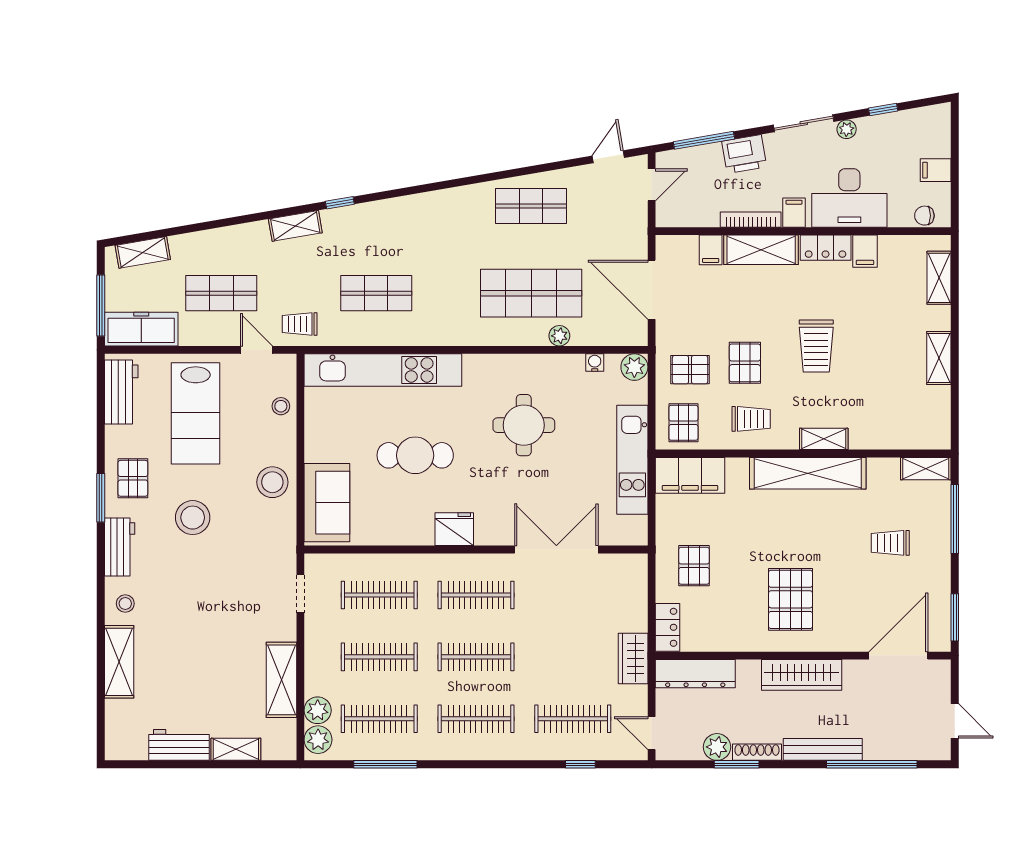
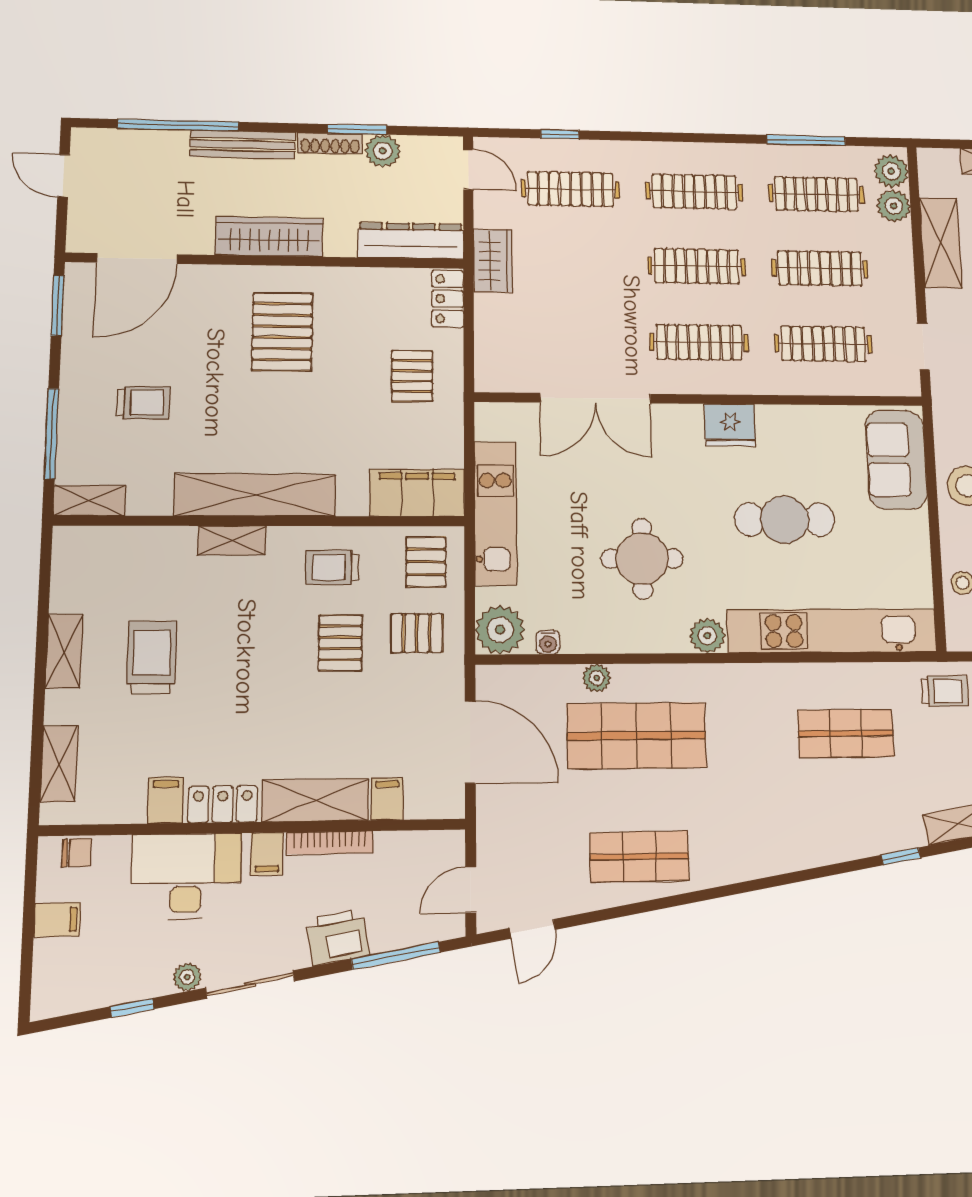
trolley: (816, 346) -> (152, 658), moved
plant: (477, 367) -> (707, 636), added
plant: (634, 367) -> (500, 630), width x1.36, depth x1.36

